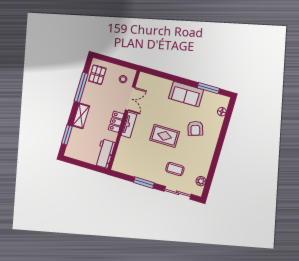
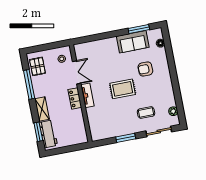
sofa: (186, 94) -> (133, 42), moved
armchair: (195, 128) -> (145, 69), turned 108
workbench: (105, 154) -> (48, 134), moved, turned 180

